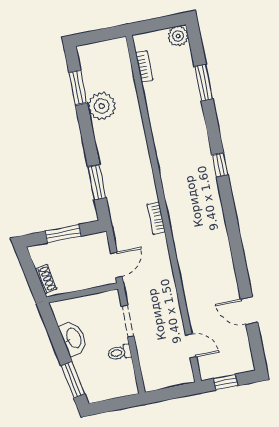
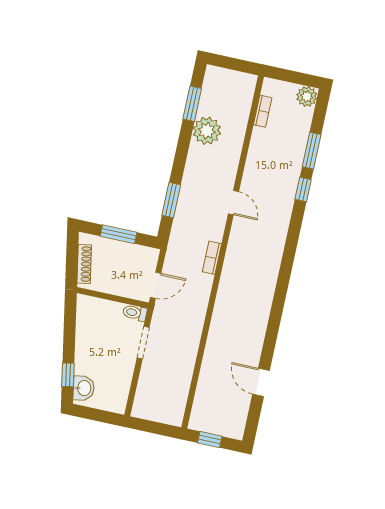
window: (220, 165) -> (303, 190), moved
shoe rack: (46, 279) -> (84, 264), width x1.43
washbasin: (73, 338) -> (84, 388), moved, width x0.72
door: (191, 346) -> (233, 203), moved
toilet: (119, 352) -> (135, 313), moved
window: (73, 380) -> (68, 375), width x0.67

